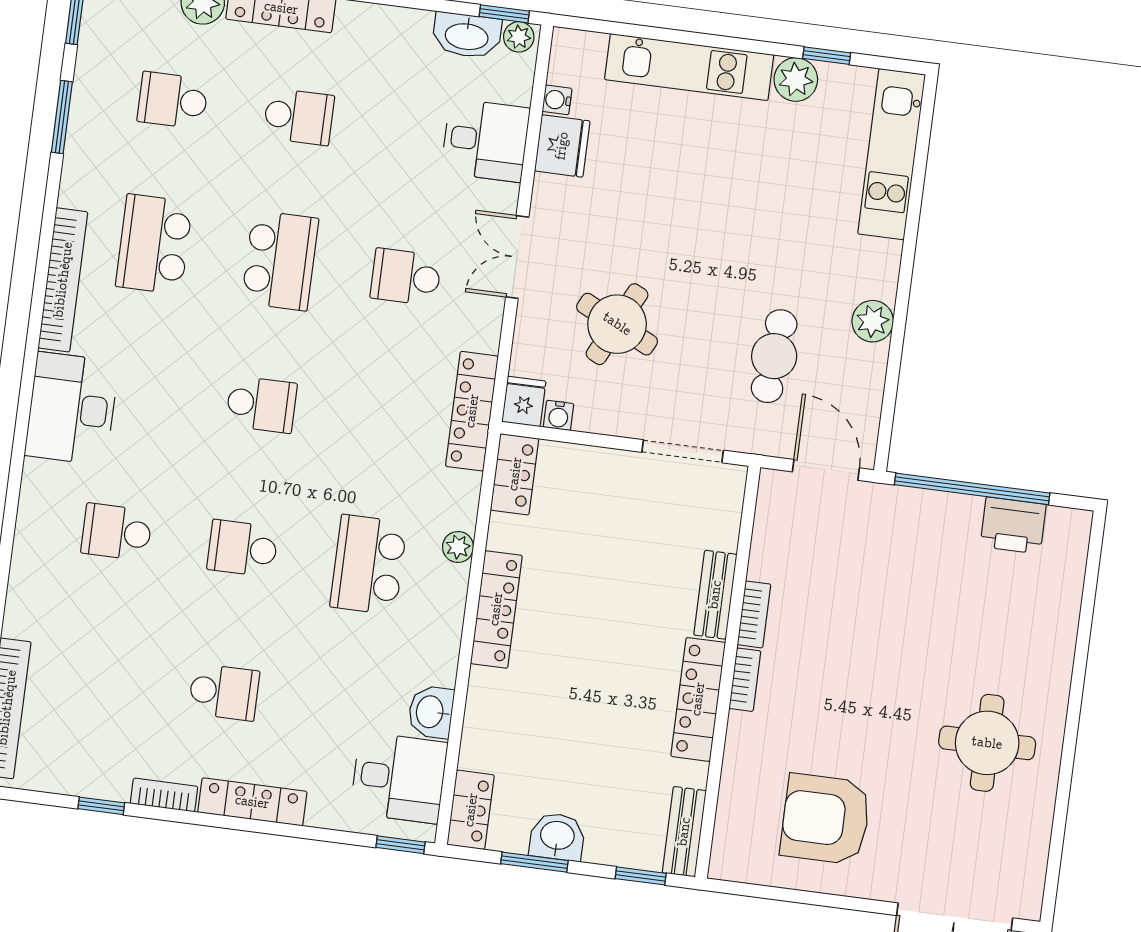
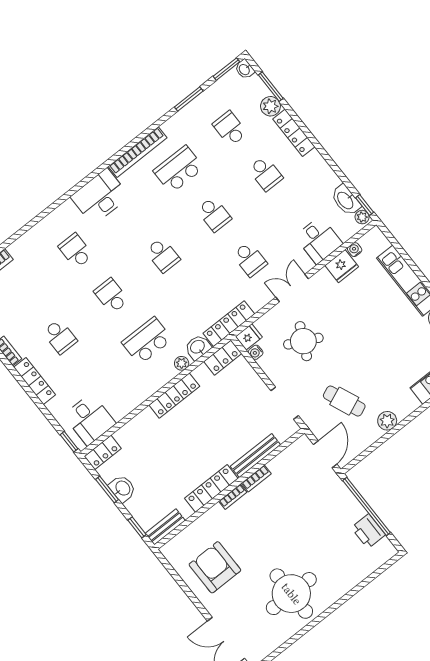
school desk: (280, 261) -> (214, 214), width x0.54
school desk: (406, 277) -> (250, 259), turned 180
cafe table: (774, 356) -> (344, 401), turned 62
bench: (715, 595) -> (255, 455), width x1.36
washbasin: (431, 712) -> (198, 347), moved
round table: (987, 743) -> (291, 594), width x1.36, depth x1.36

